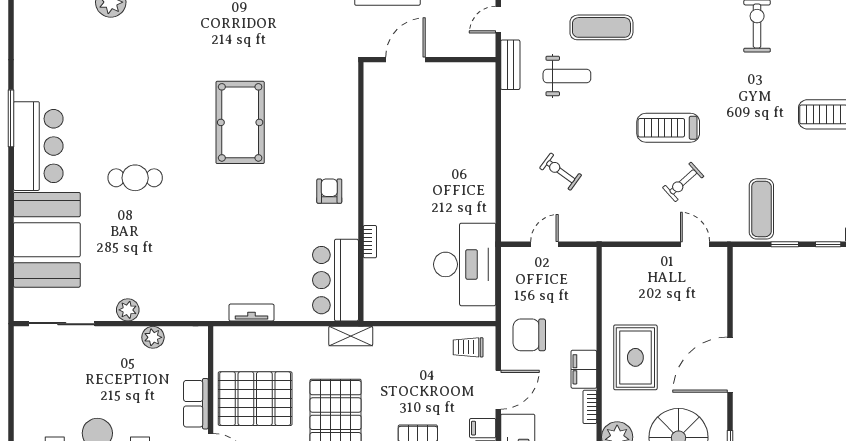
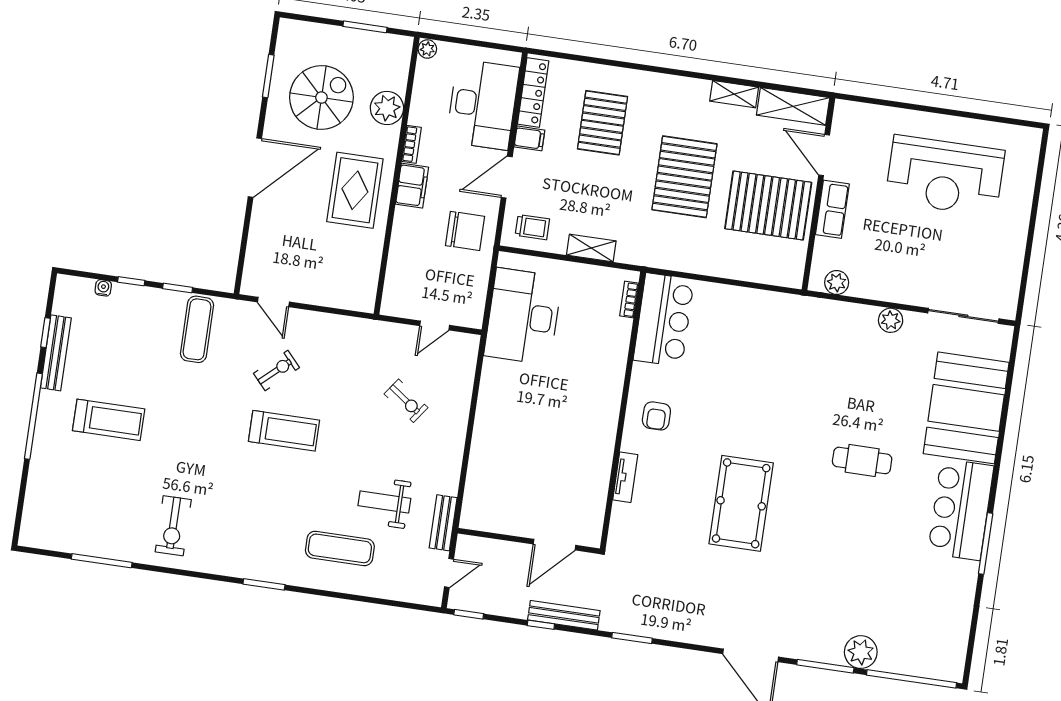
bookcase: (370, 242) -> (629, 299), moved
tv unit: (251, 313) -> (625, 477), moved, turned -90
shelving: (351, 336) -> (591, 248), moved
plant: (153, 337) -> (837, 282), moved

